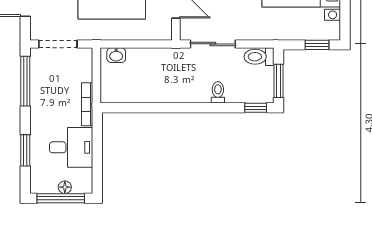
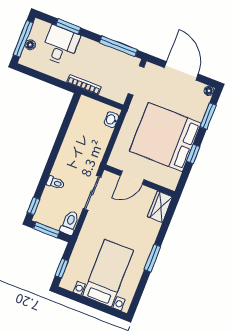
desk: (71, 147) -> (60, 45), moved, turned 180

